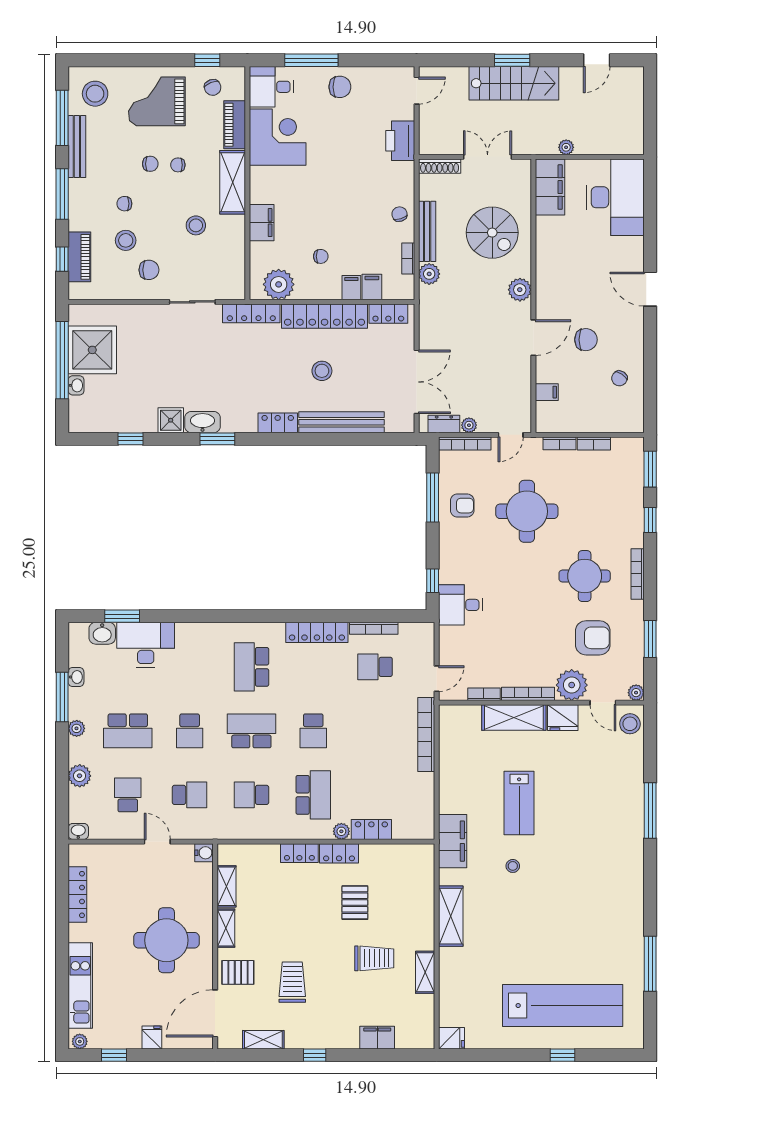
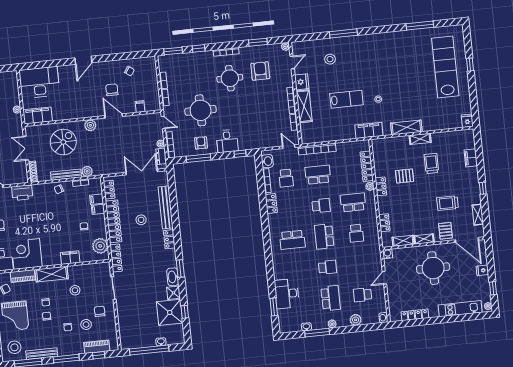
shower: (92, 350) -> (170, 312), moved
desk: (461, 605) -> (227, 141), moved
locker: (317, 632) -> (271, 204), width x0.66
washbasin: (102, 633) -> (267, 161), moved
plant: (572, 685) -> (285, 79), removed
stool: (630, 724) -> (330, 59), moved
school desk: (190, 795) -> (318, 175), moved, width x1.85
locker: (371, 829) -> (367, 166), width x1.53
locker: (299, 853) -> (384, 223), moved
shelving: (425, 972) -> (420, 139), moved

